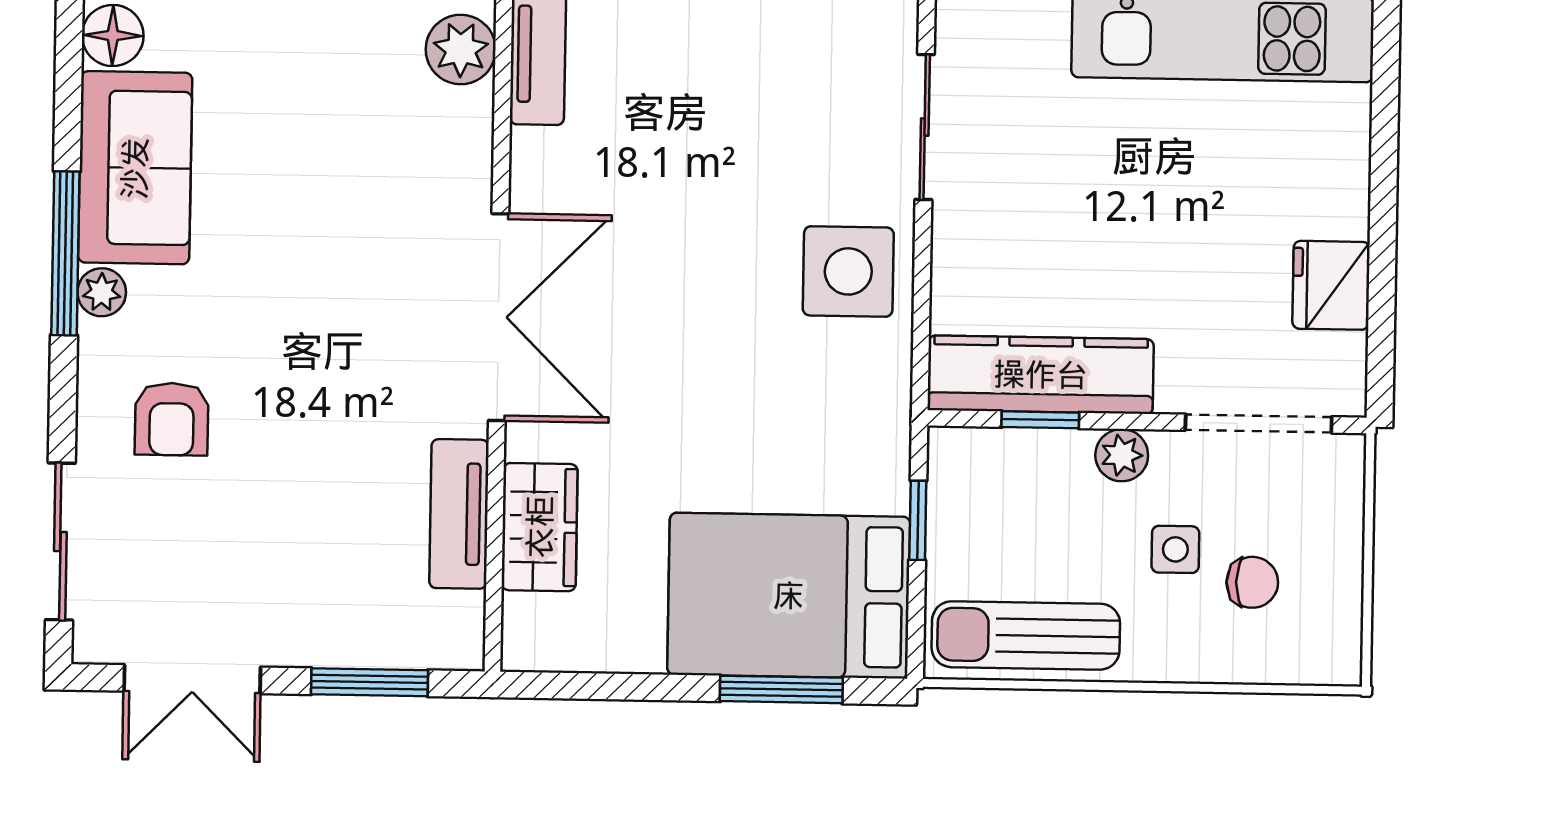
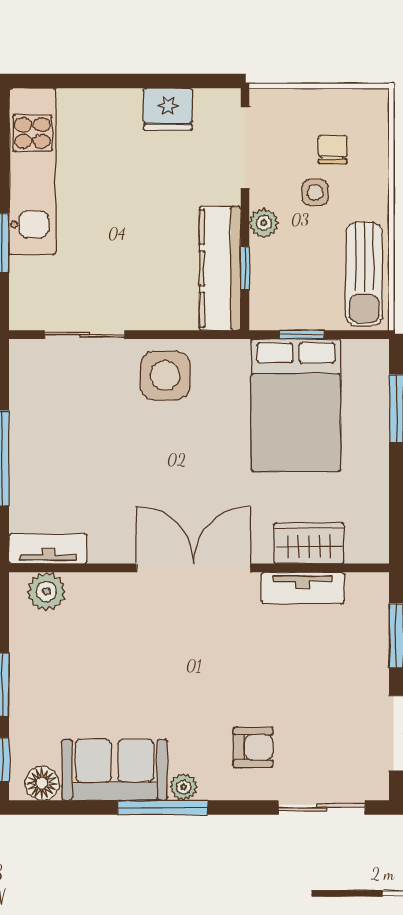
bed: (789, 596) -> (296, 405), moved

